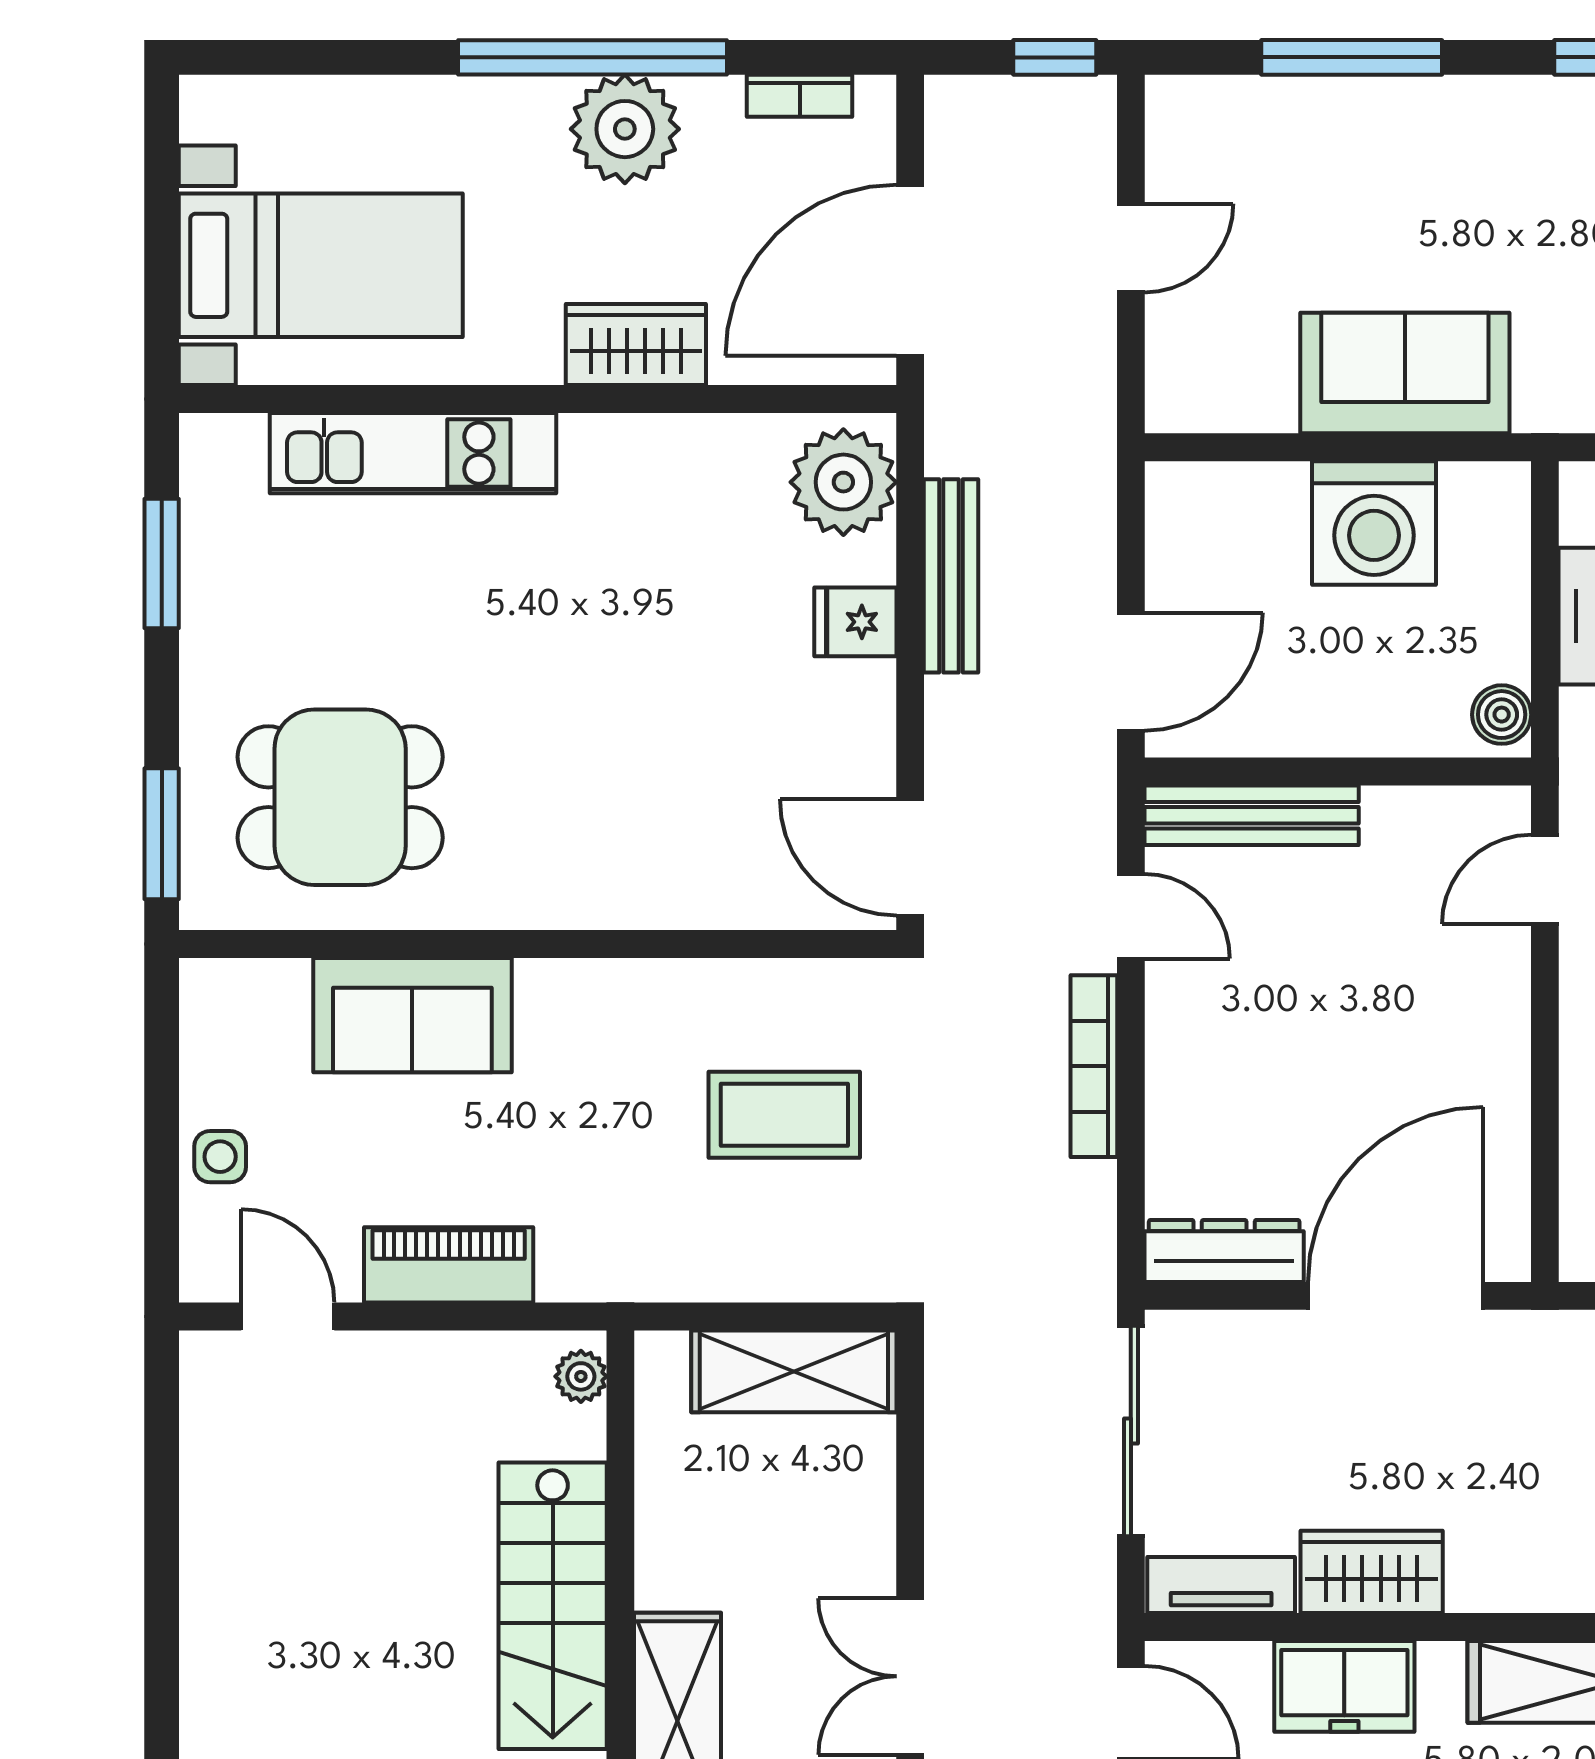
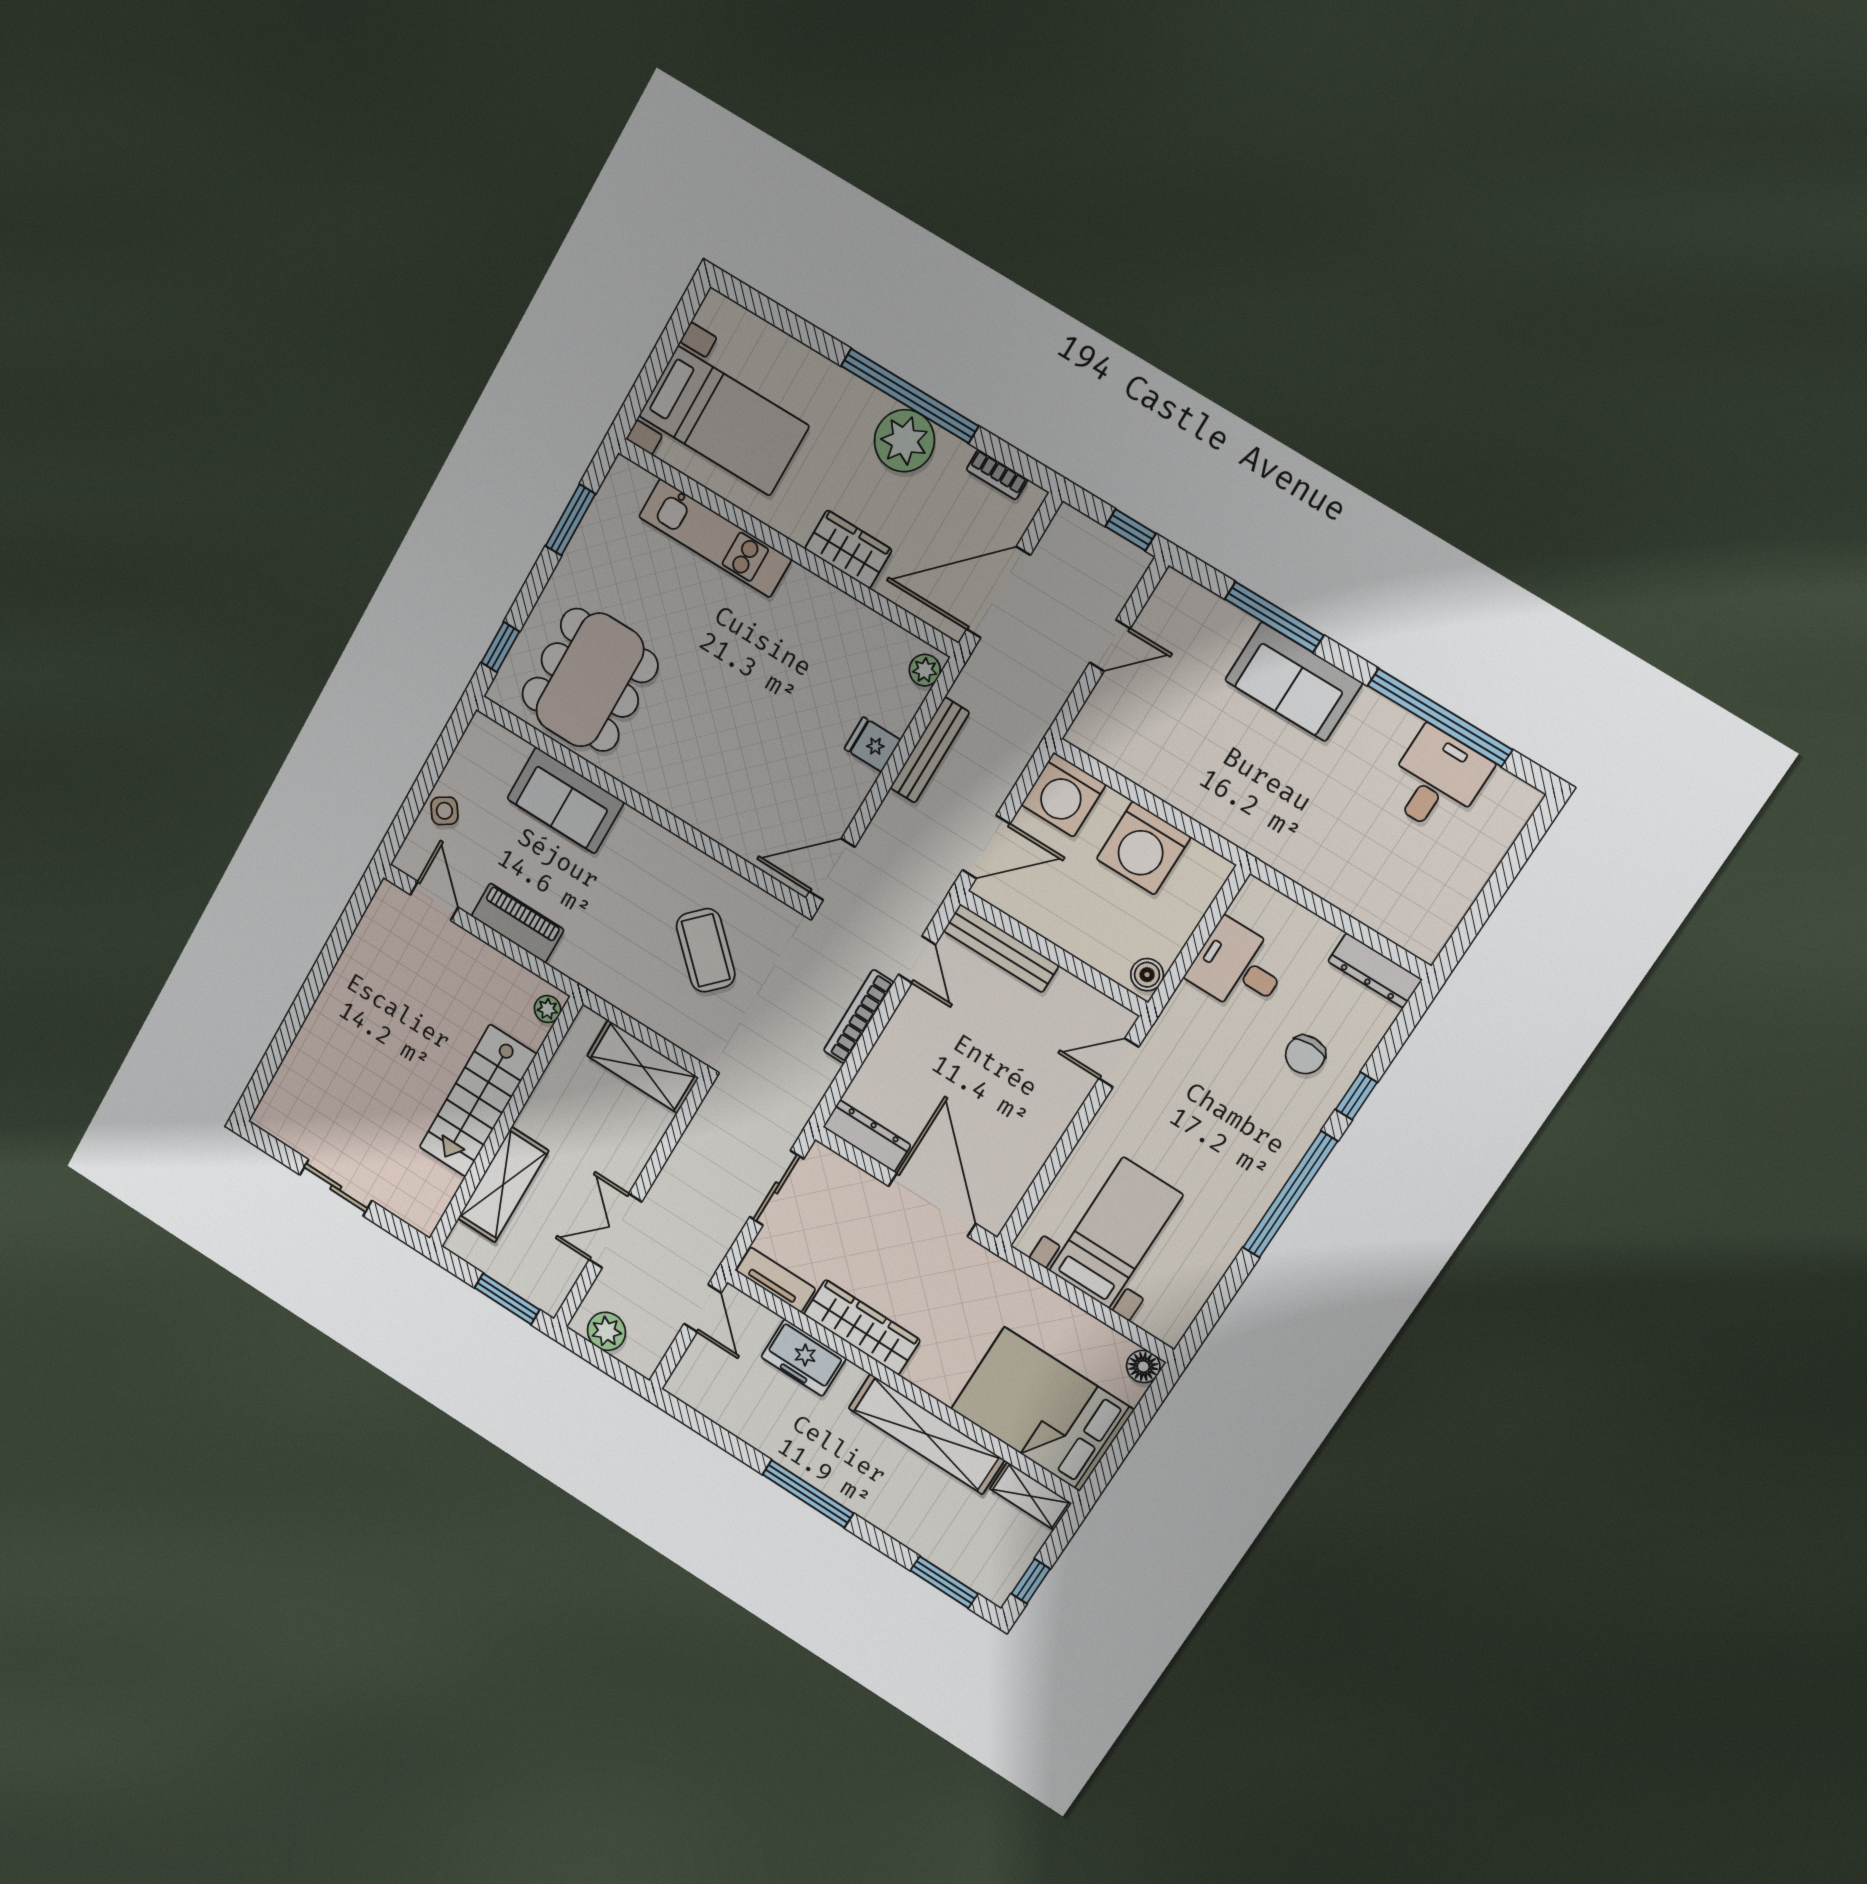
sofa: (1405, 373) -> (1294, 682), moved, turned 180
plant: (843, 482) -> (925, 670), width x0.53, depth x0.53
washing machine: (1201, 517) -> (1064, 795), added
dining table: (340, 797) -> (590, 680), width x1.38
window: (162, 834) -> (500, 647), width x0.67
door: (910, 857) -> (832, 869), hinge flipped
coffee table: (784, 1115) -> (706, 950), turned 44
side table: (220, 1157) -> (444, 811), turned -34
door: (1396, 1296) -> (932, 1205), hinge flipped
sliding door: (1131, 1431) -> (777, 1188), width x0.73
wardrobe: (1372, 1572) -> (862, 1327), width x1.50

